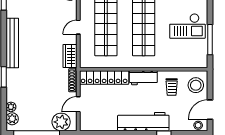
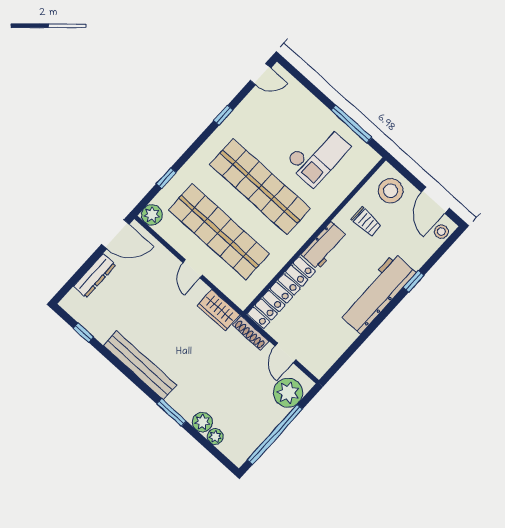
checkout: (187, 26) -> (318, 155), moved
plant: (12, 119) -> (202, 422), moved

